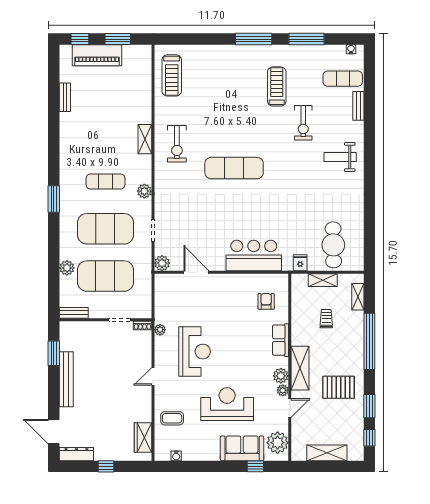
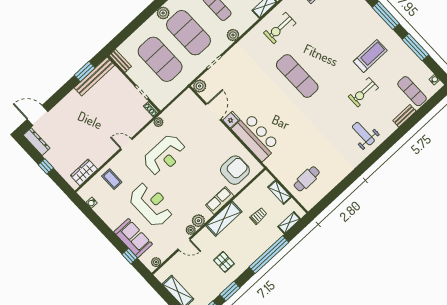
cafe table: (333, 245) -> (307, 179), width x0.73, depth x0.74
fridge: (300, 263) -> (231, 120), moved
plant: (67, 268) -> (163, 13), moved
armchair: (266, 301) -> (235, 170), width x1.88, depth x1.88
shelving: (300, 368) -> (224, 219), moved
bench: (66, 379) -> (94, 76), moved
pallet: (339, 387) -> (224, 262), width x0.67, depth x0.71
door: (54, 432) -> (37, 115), hinge flipped
plant: (278, 443) -> (156, 262), width x0.53, depth x0.53

